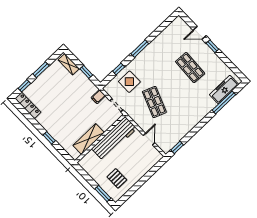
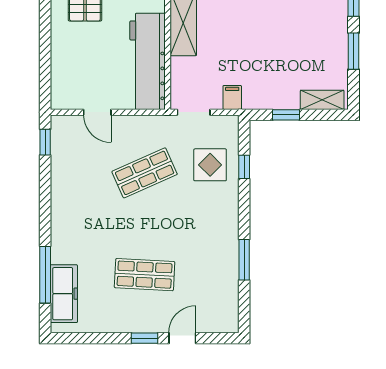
window: (140, 49) -> (244, 260), moved
shop shelf: (154, 102) -> (145, 173), turned -45

